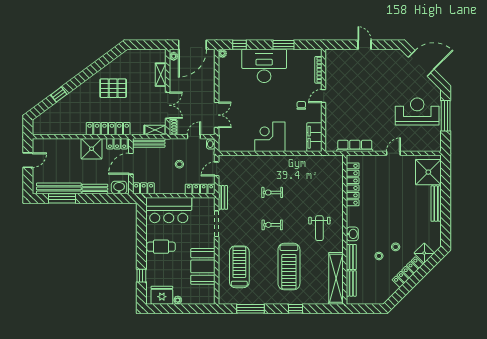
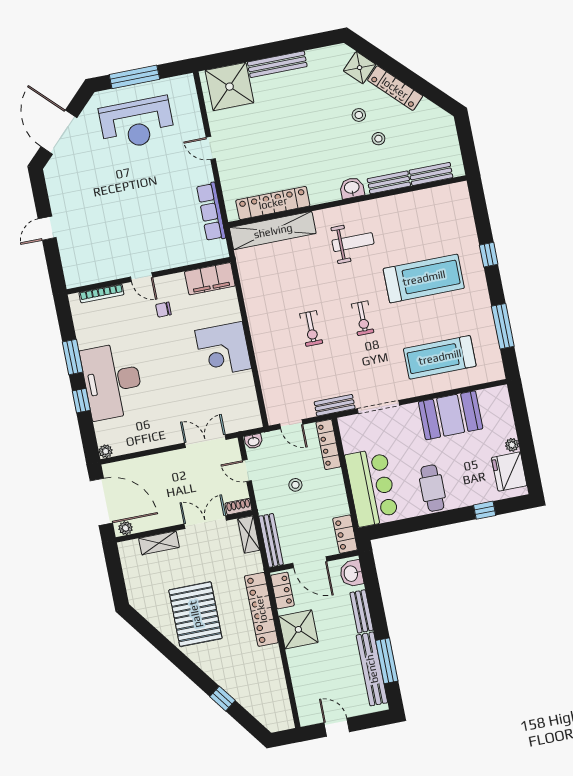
window: (239, 45) -> (81, 401), moved
pallet: (113, 88) -> (195, 614), width x1.37, depth x1.41
reception desk: (417, 112) -> (137, 123), turned -90
shelving: (336, 278) -> (273, 231), moved

